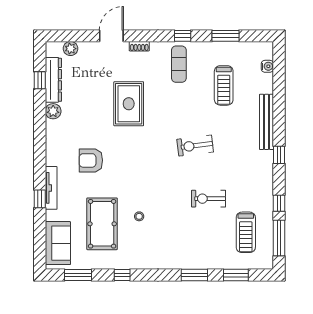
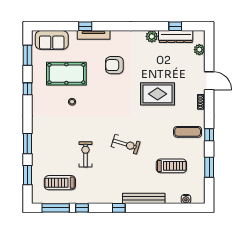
treadmill: (224, 85) -> (171, 166), turned 180
exercise bike: (195, 146) -> (126, 144), turned 114
armchair: (91, 160) -> (114, 65), turned -90

